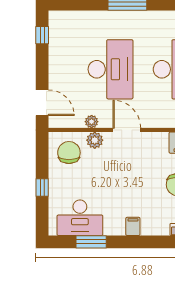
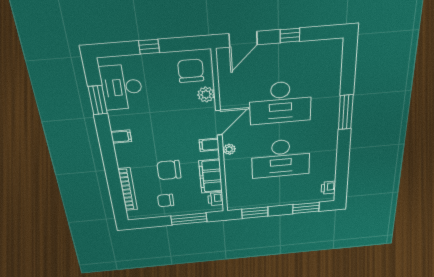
window: (42, 35) -> (290, 35), moved
plant: (92, 122) -> (229, 149), moved
filing cabinet: (151, 141) -> (209, 145), added
chair: (69, 153) -> (191, 71), turned -90

